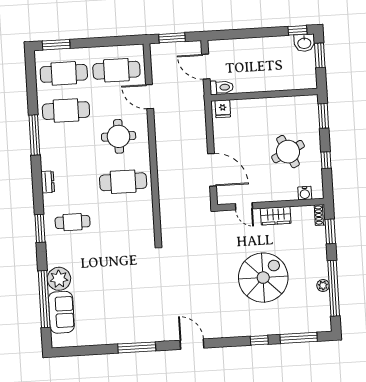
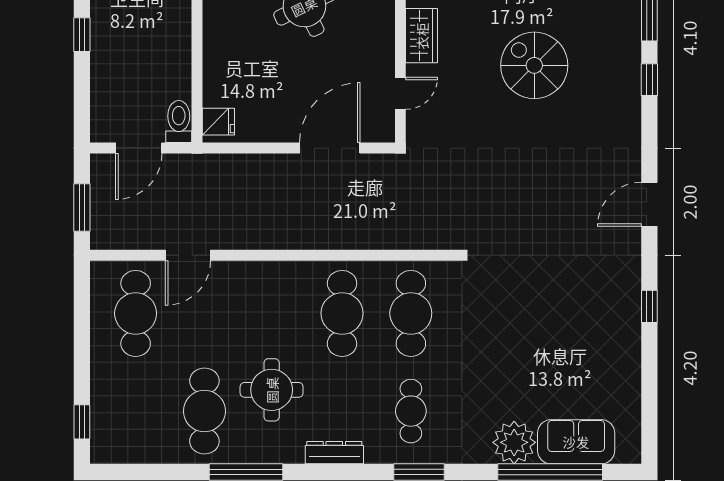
window: (265, 32) -> (82, 35), added
window: (56, 45) -> (82, 422), width x0.67
cafe table: (64, 73) -> (411, 313), moved
round table: (119, 136) -> (272, 390), moved
dresser: (48, 182) -> (334, 453), width x1.44
spiral stairs: (263, 278) -> (534, 65), width x0.73, depth x0.73
window: (137, 347) -> (649, 306), width x0.46

